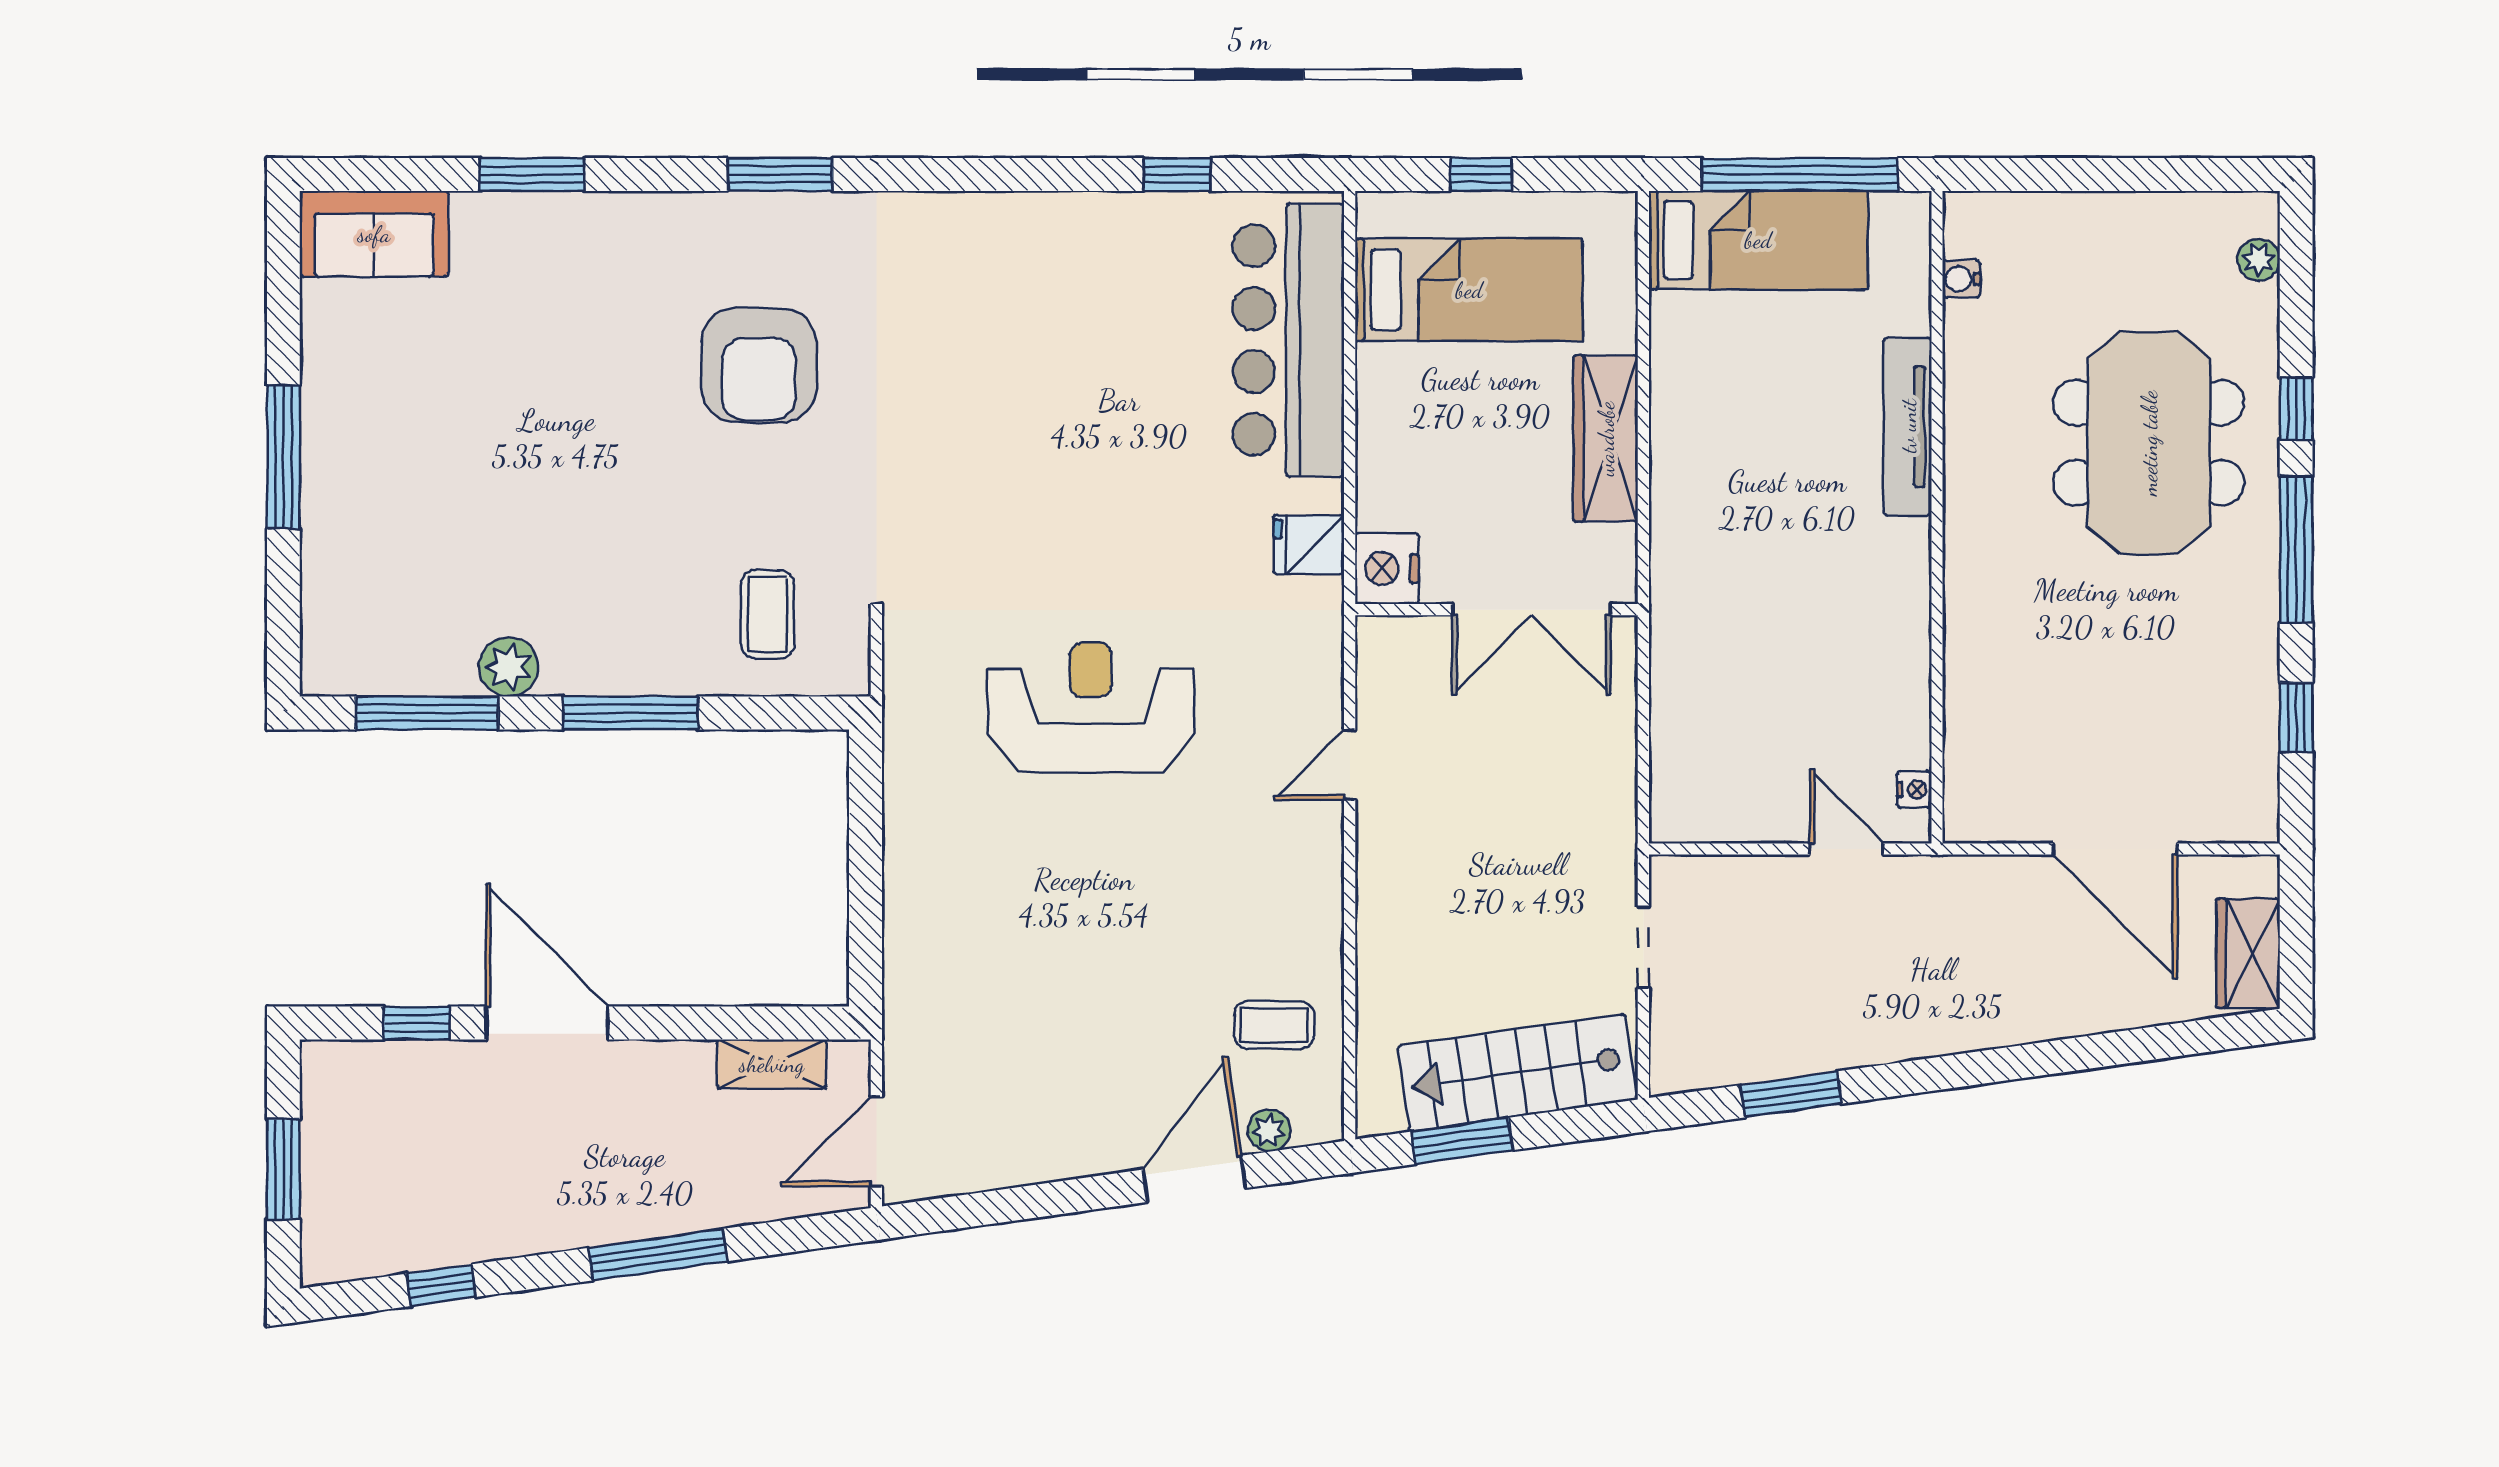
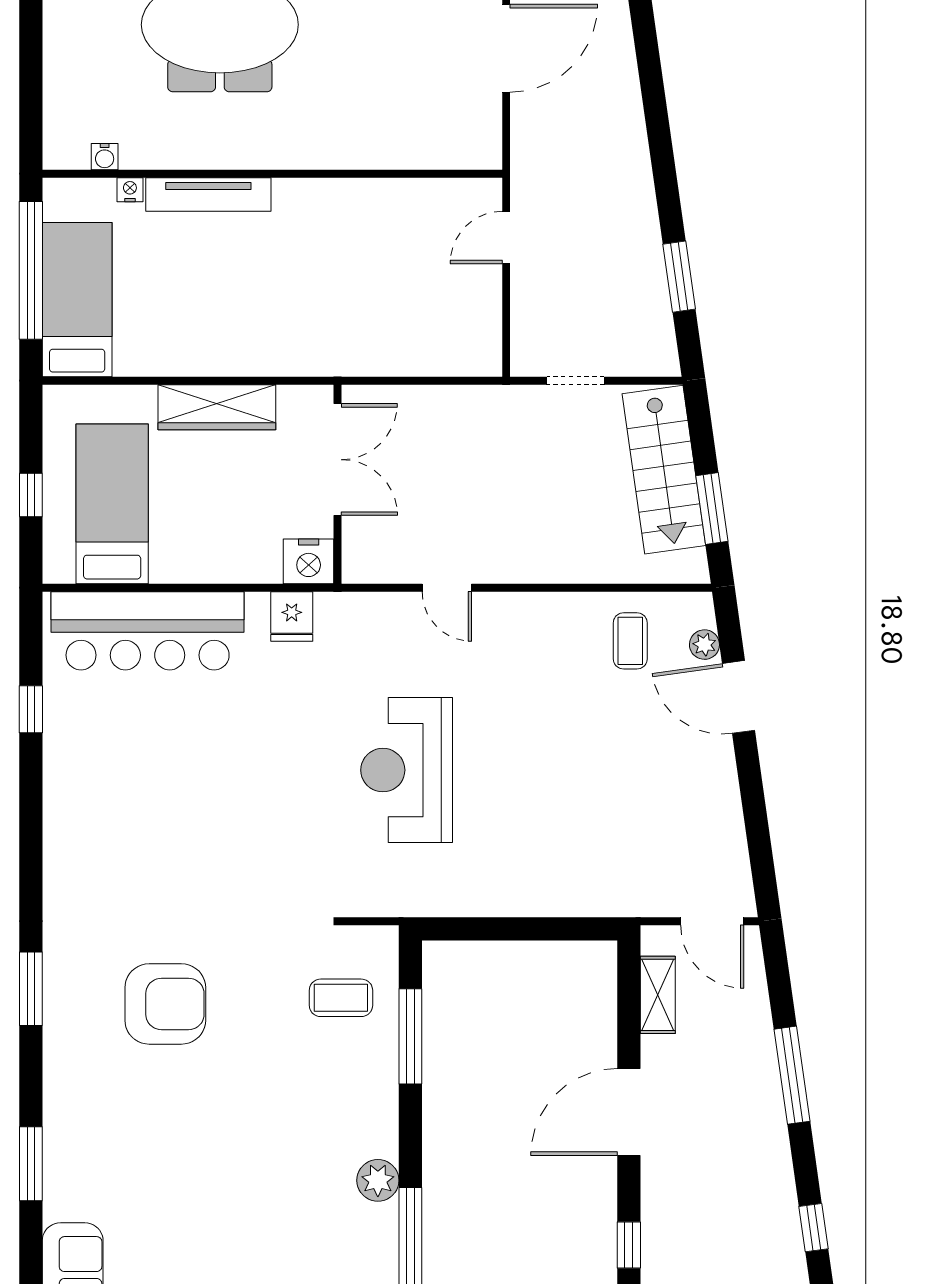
window: (631, 713) -> (410, 1036), moved
nightstand: (1914, 790) -> (130, 190), moved
door: (547, 1023) -> (629, 1112), moved

